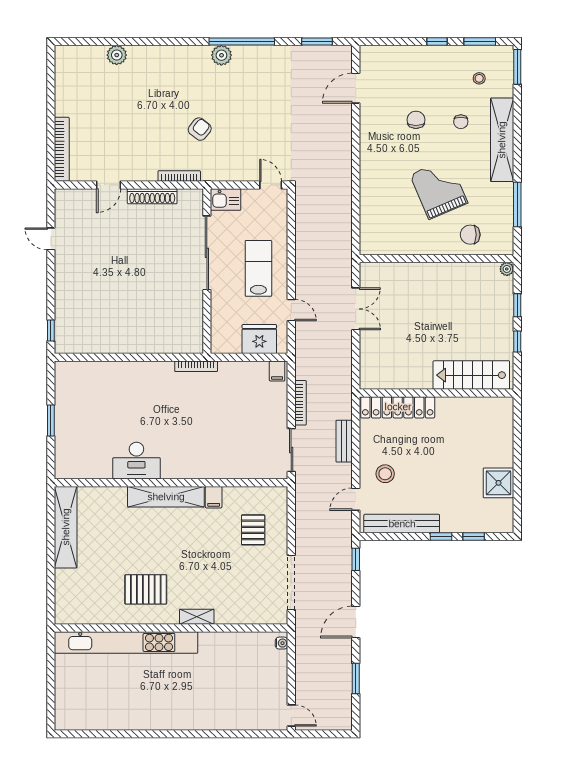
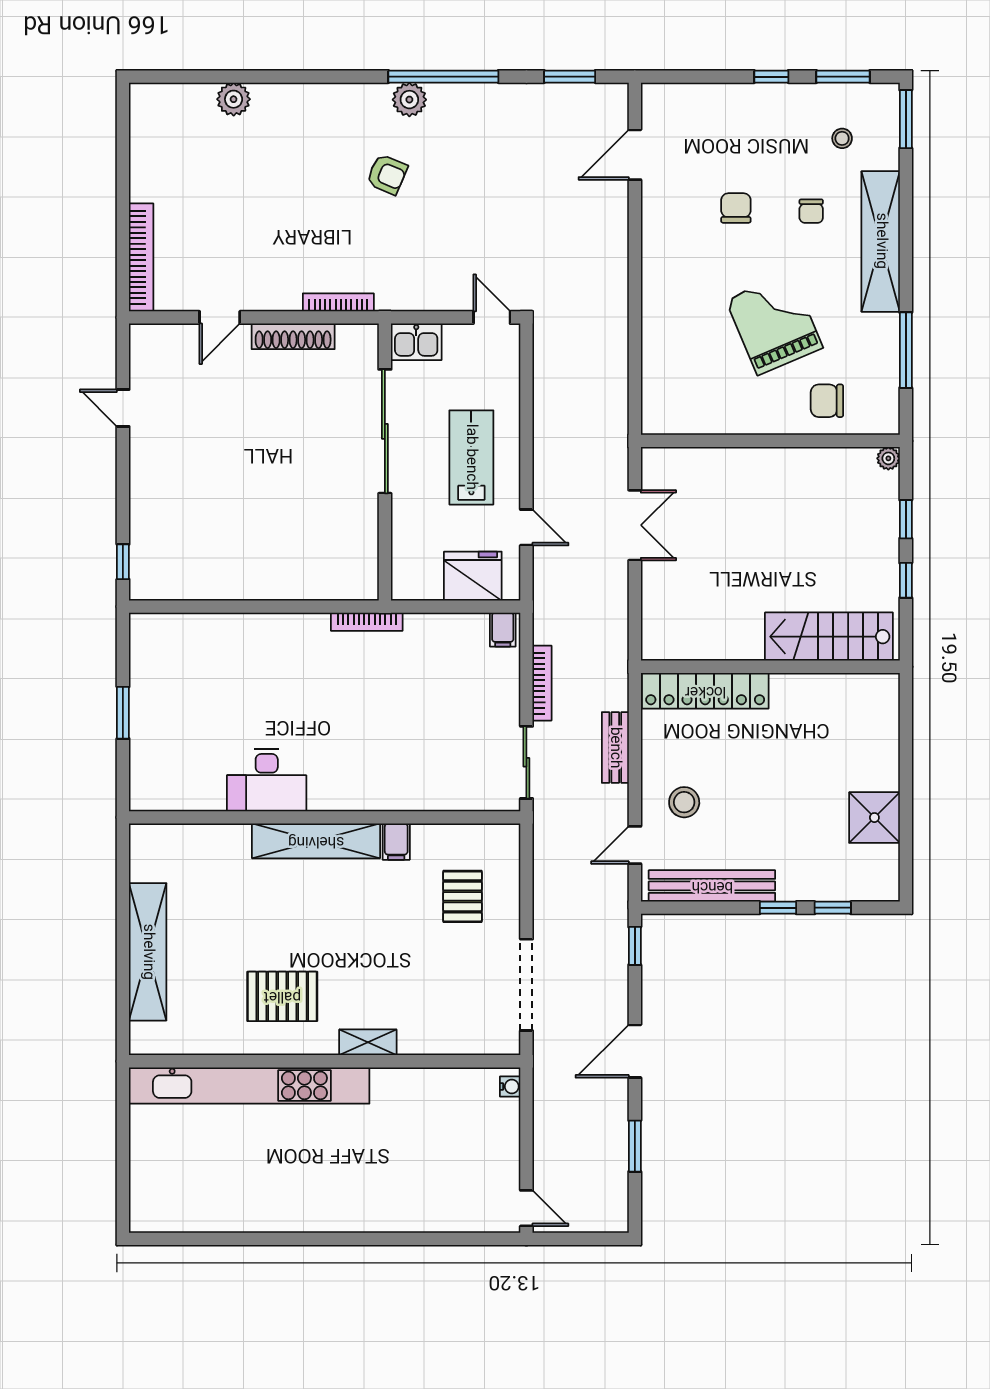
armchair: (200, 129) -> (387, 174), moved, turned 75
shelving: (66, 527) -> (148, 952), moved

